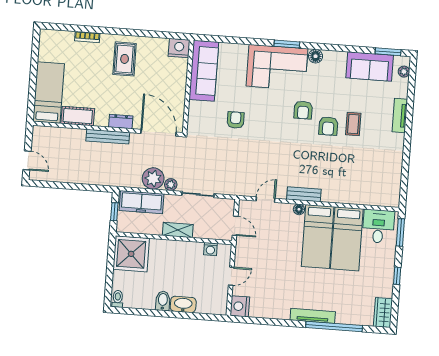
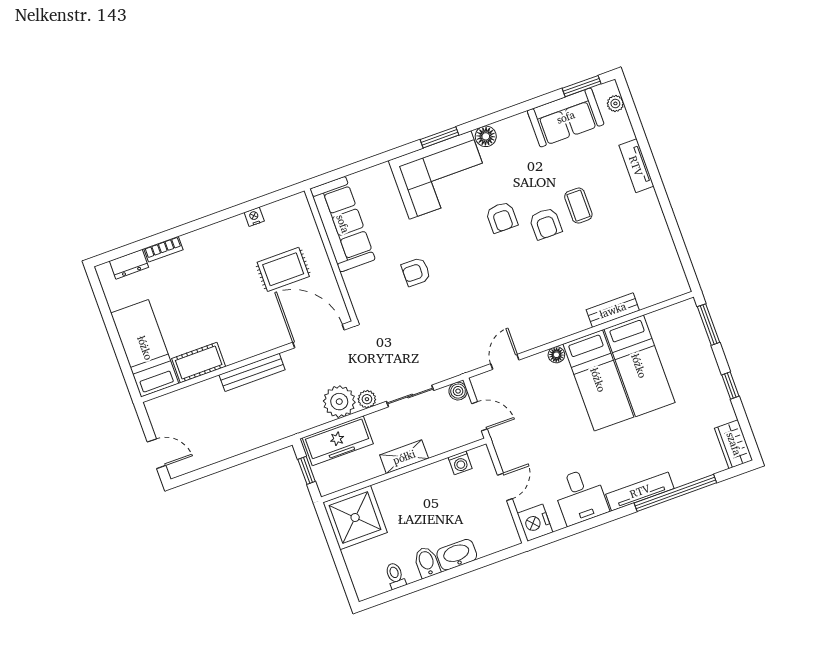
nightstand: (179, 48) -> (254, 217), moved, width x0.53, depth x0.56
rug: (125, 59) -> (283, 269), moved, turned 90
armchair: (236, 120) -> (416, 272), turned -90
dresser: (121, 121) -> (129, 264), moved, turned 180
bench: (304, 194) -> (613, 310), moved
boiler: (229, 205) -> (458, 391), added
desk: (378, 226) -> (580, 496), moved, turned 180
toilet: (118, 299) -> (395, 576), moved

